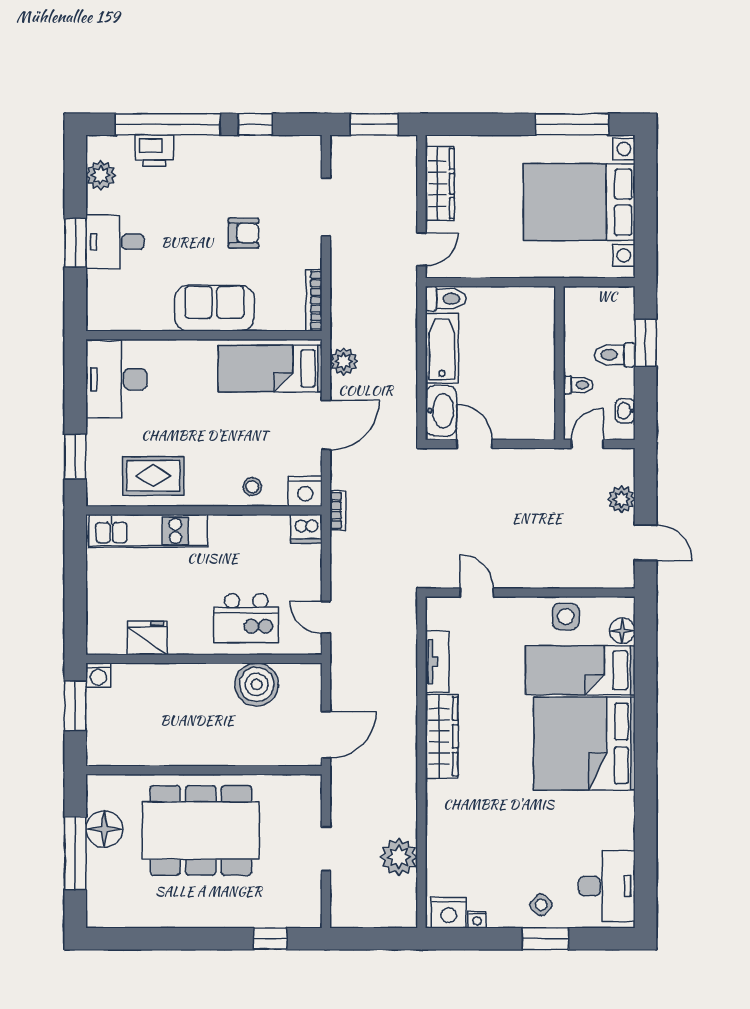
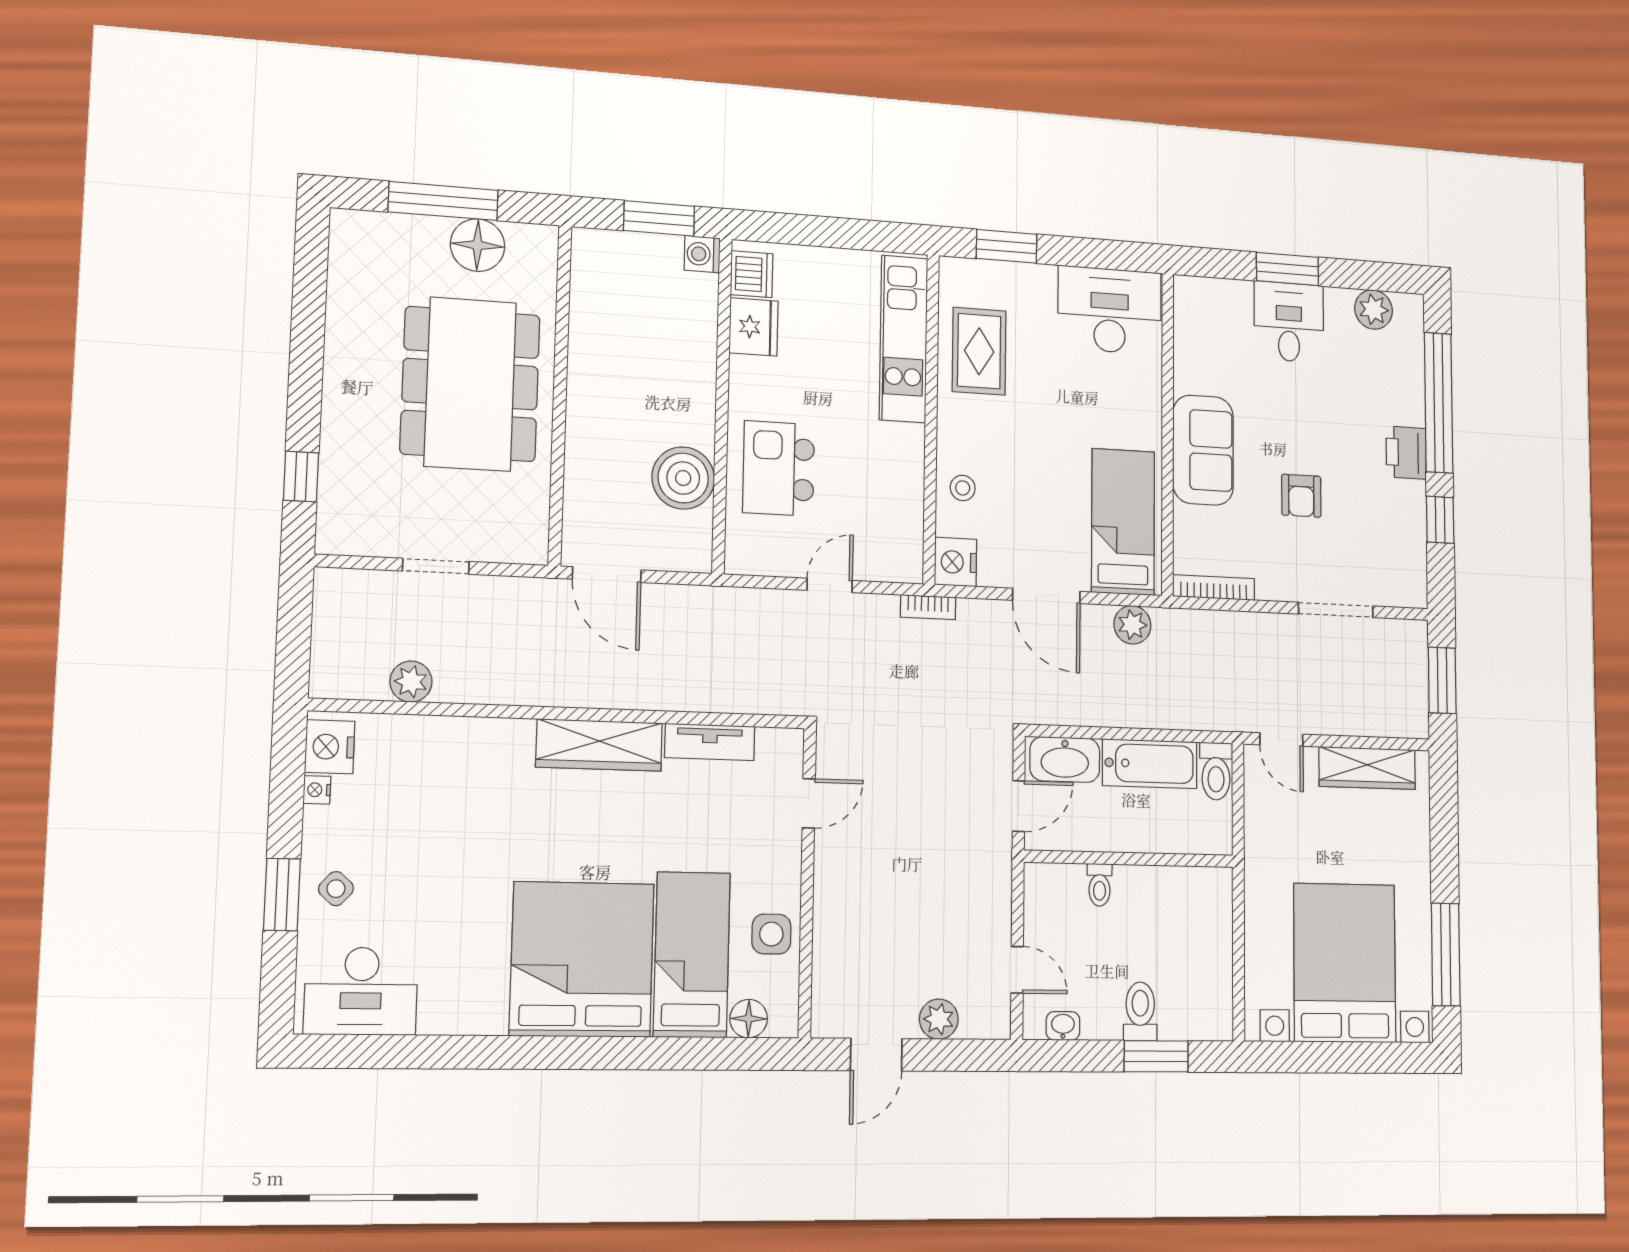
printer: (154, 151) -> (1406, 453), moved
wall: (559, 363) -> (1129, 859), moved
toilet: (578, 385) -> (1100, 885), moved
dishwasher: (306, 529) -> (752, 274), moved, turned 180
door: (326, 617) -> (830, 585), moved
plant: (399, 857) -> (411, 682), width x0.73, depth x0.73

